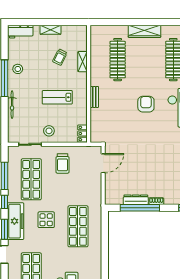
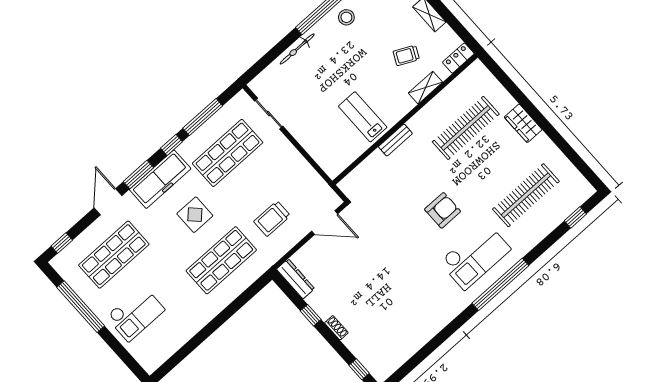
wardrobe: (144, 31) -> (523, 123), width x0.67
lab bench: (57, 97) -> (363, 117), moved
stool: (49, 131) -> (305, 122), removed
locker: (82, 134) -> (458, 58), moved
trolley: (62, 164) -> (272, 219), moved
dresser: (136, 200) -> (296, 279), moved
window: (140, 208) -> (311, 315), width x0.32

